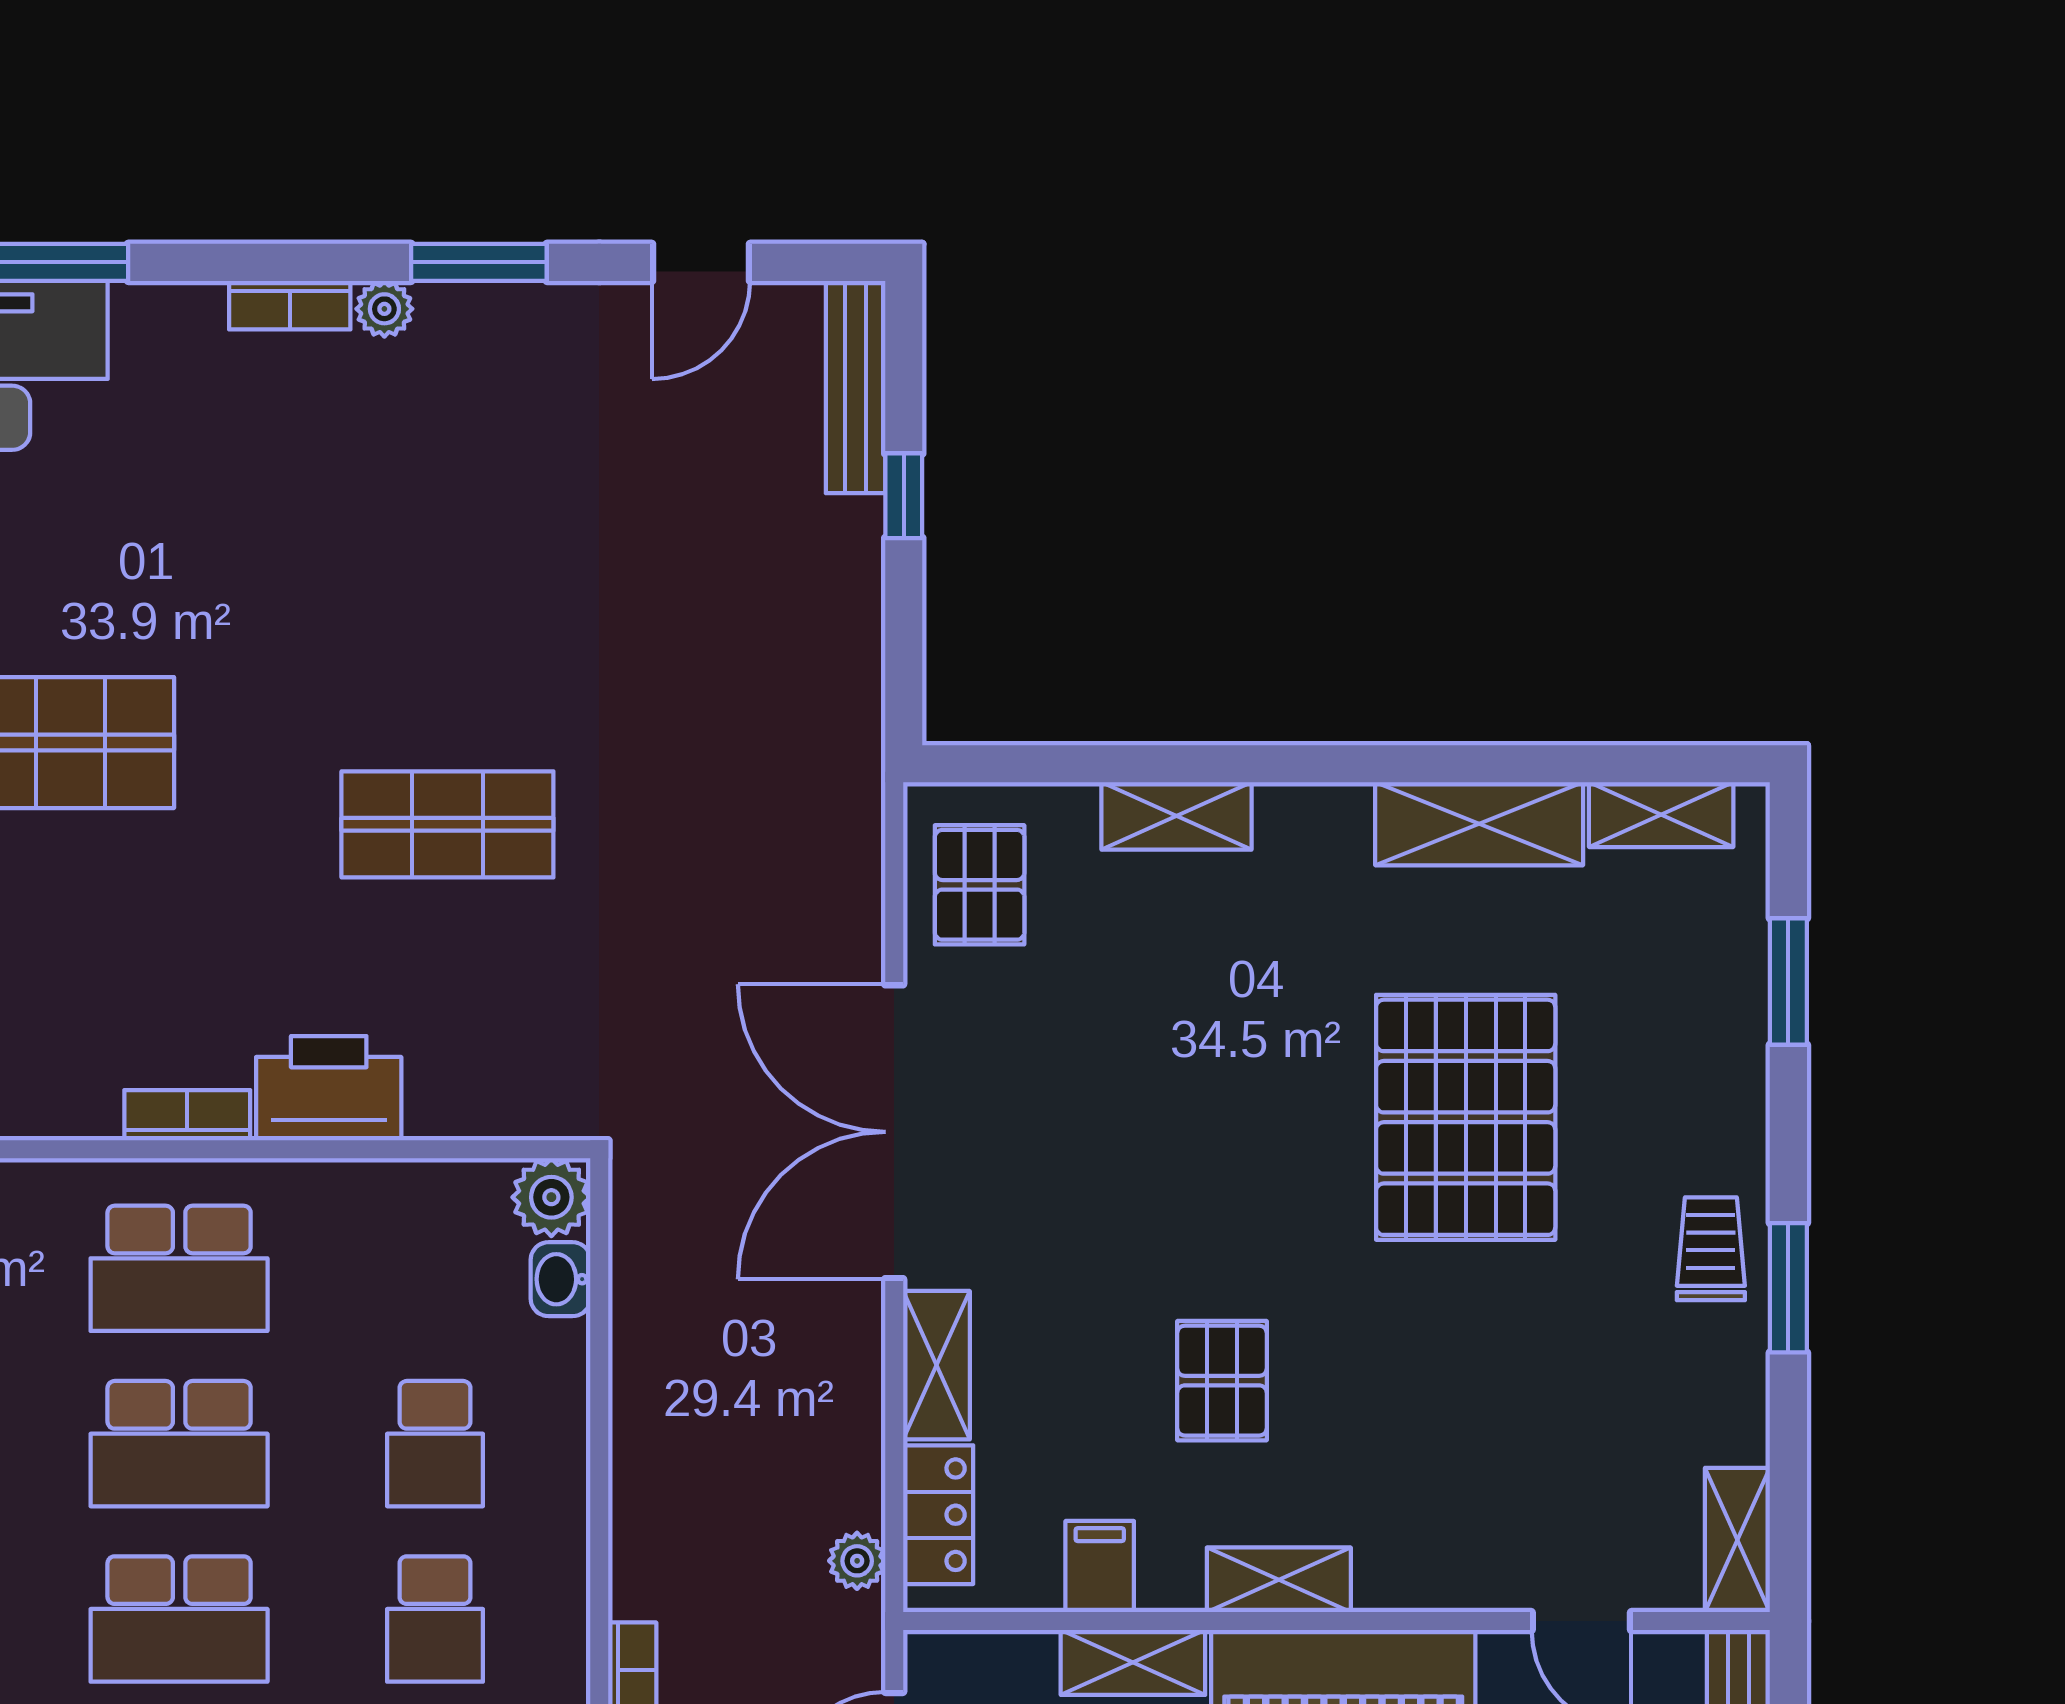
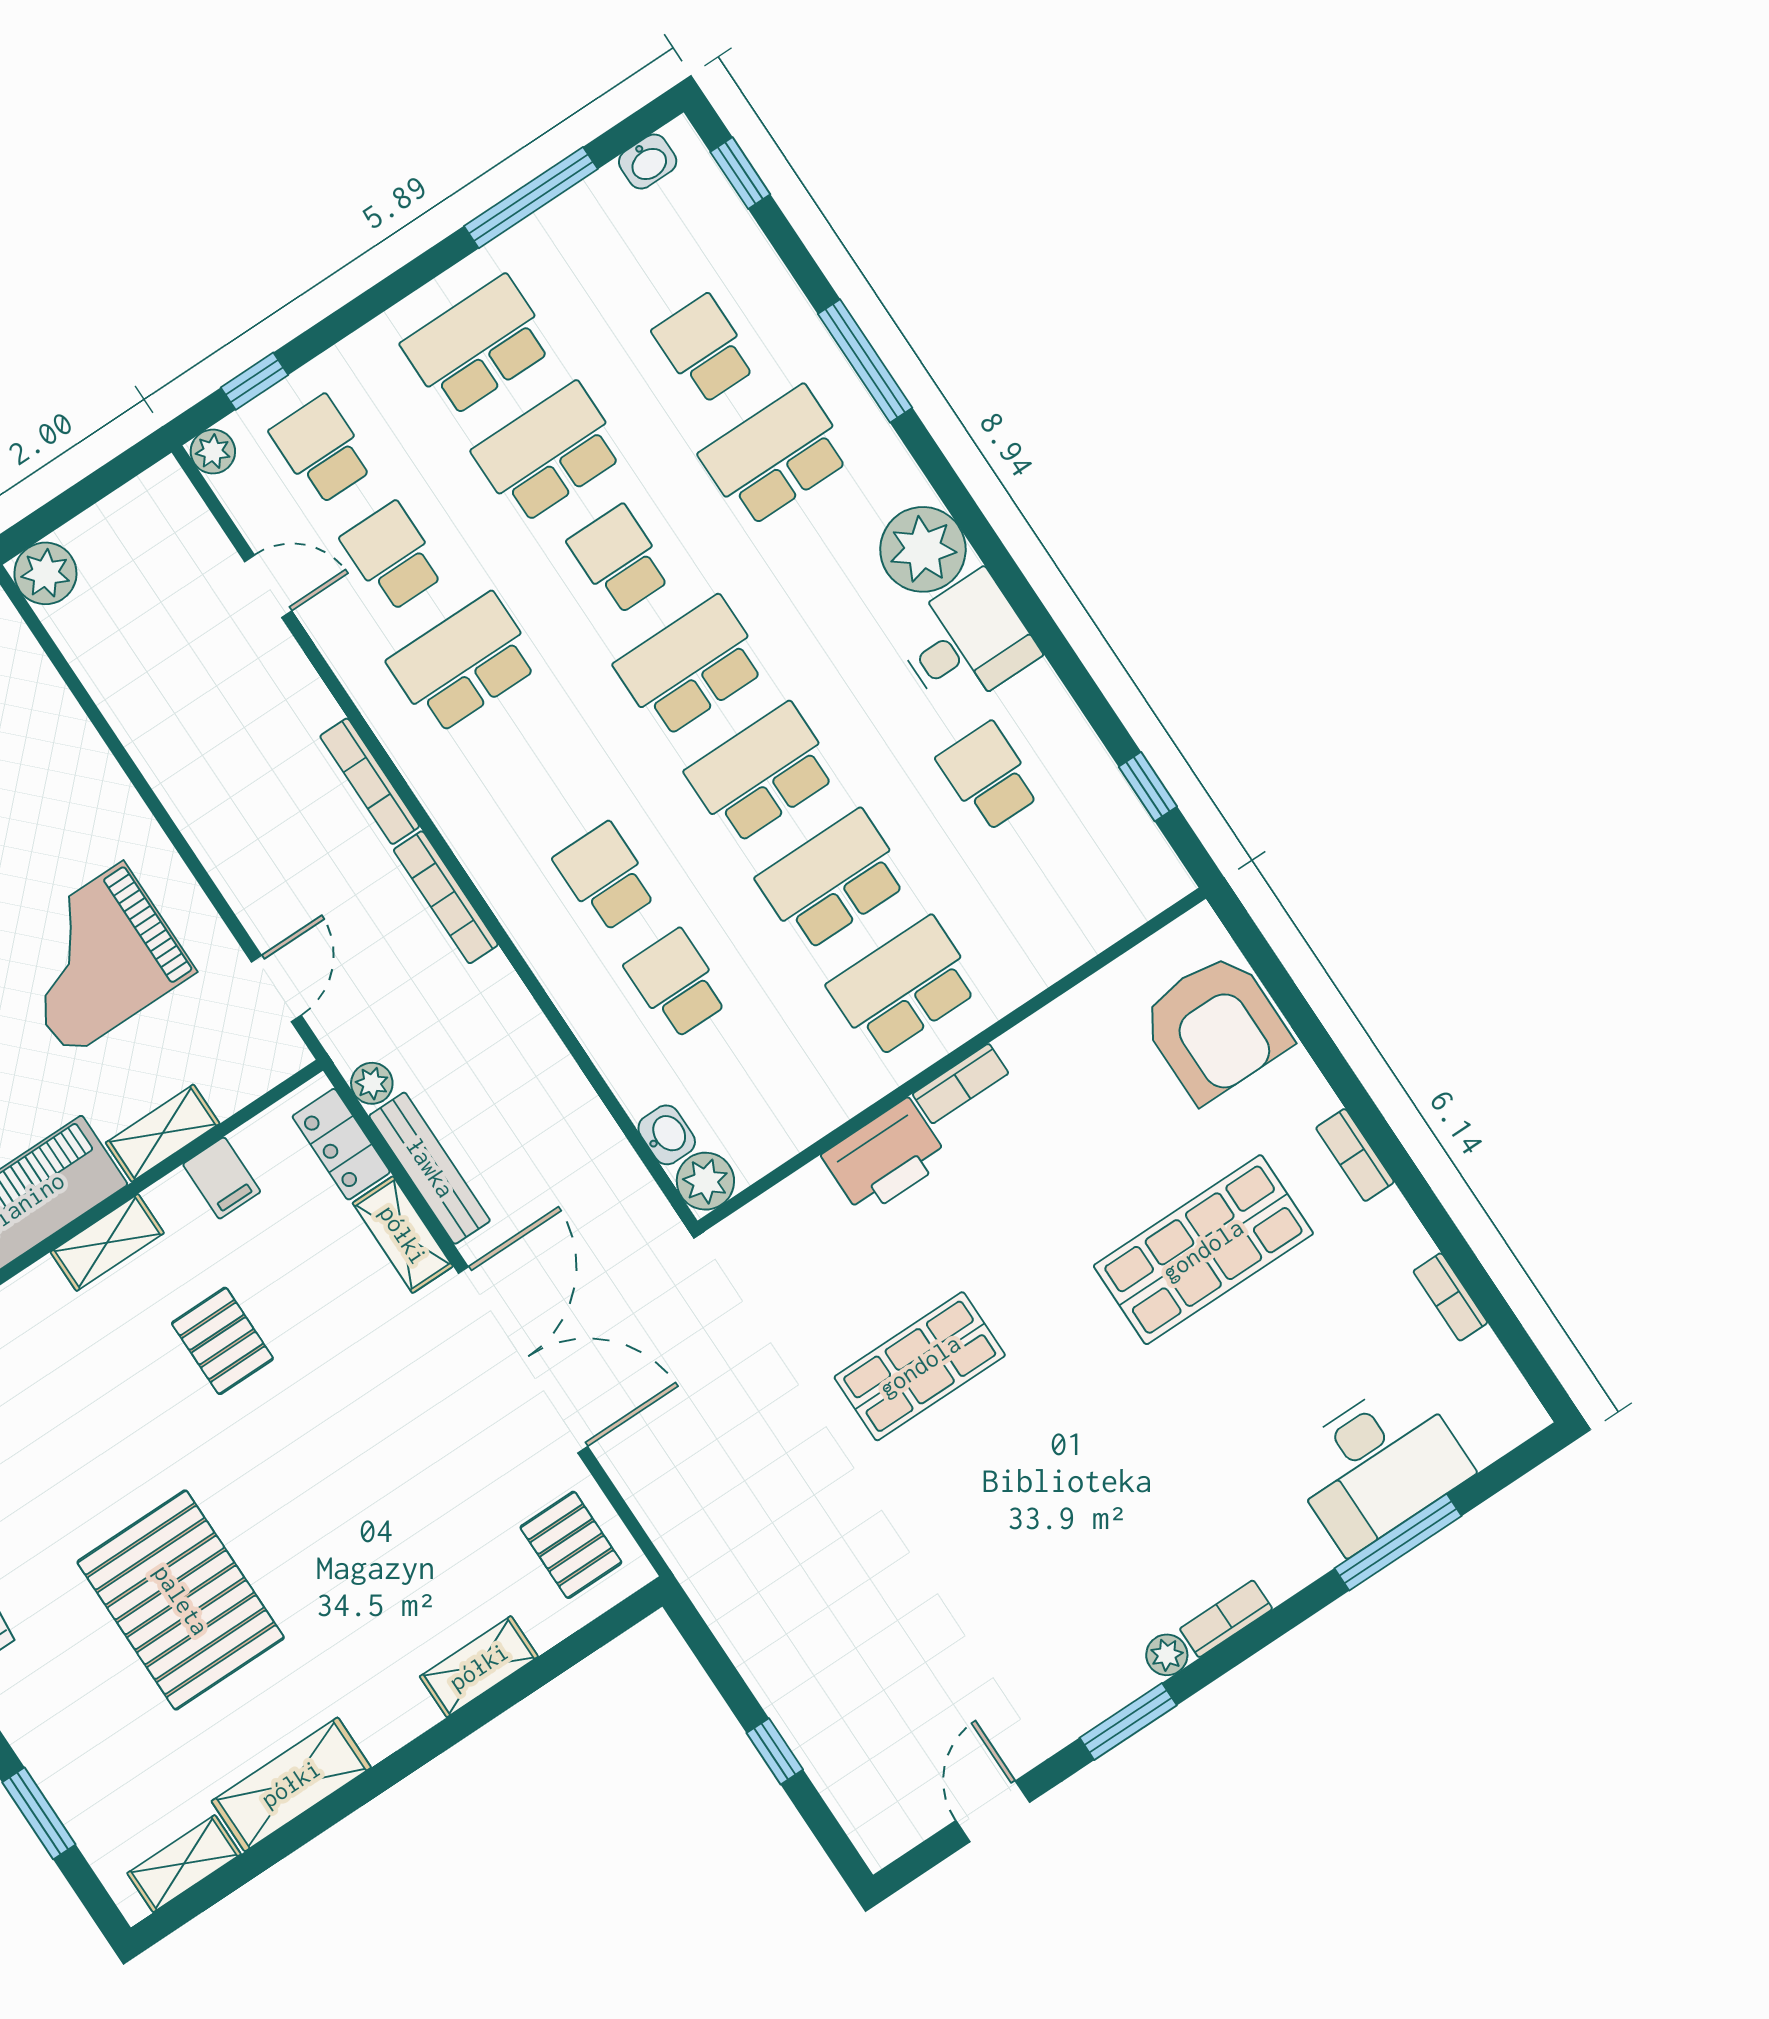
bench: (856, 387) -> (430, 1168), moved

